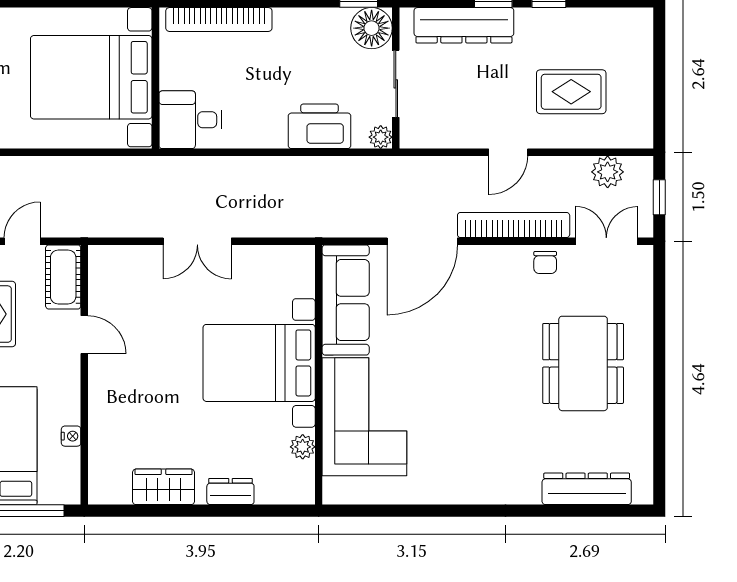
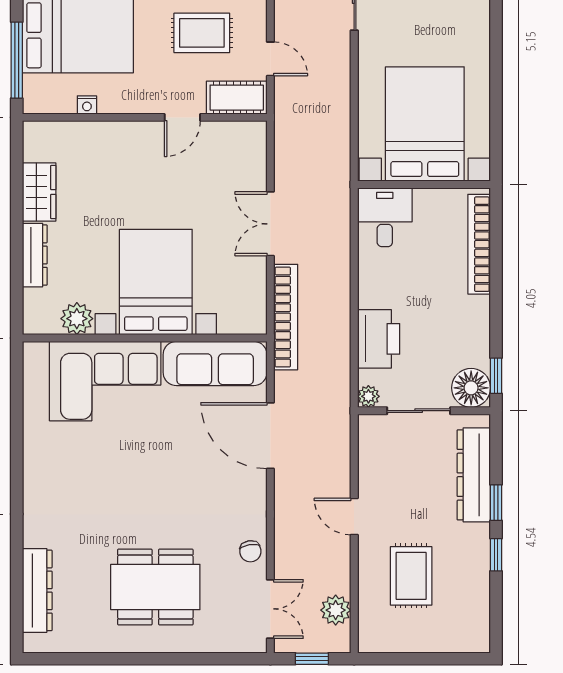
bookcase: (514, 225) -> (286, 317), moved
chair: (545, 263) -> (250, 551), turned -99
plant: (303, 447) -> (77, 319), width x1.38, depth x1.38
dresser: (230, 491) -> (35, 255), width x1.44

